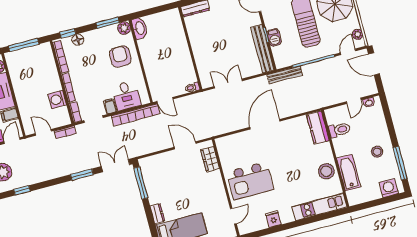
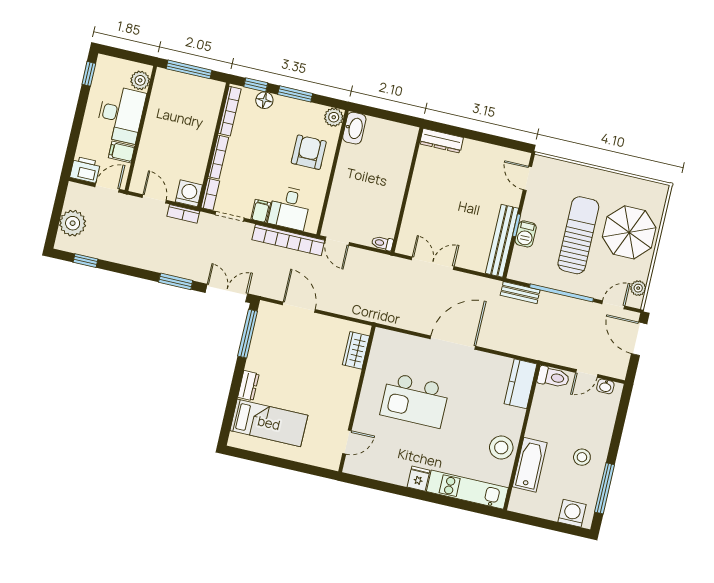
window: (108, 23) -> (295, 94), moved
bench: (285, 75) -> (520, 293), width x0.73
washing machine: (57, 99) -> (189, 193), moved, turned 90
toilet: (340, 130) -> (553, 377), moved
door: (185, 145) -> (299, 307), moved
kitchen island: (250, 181) -> (415, 400), moved
fridge: (273, 219) -> (418, 479), moved

